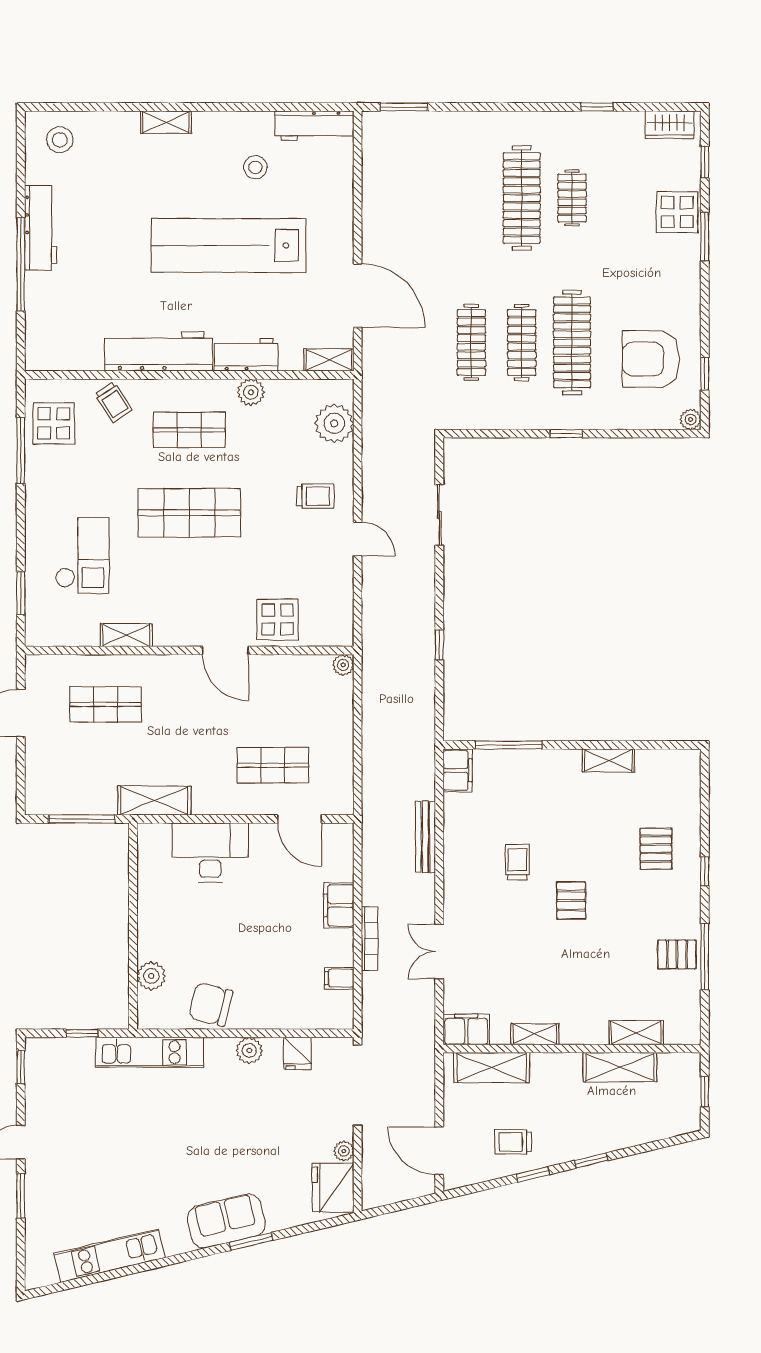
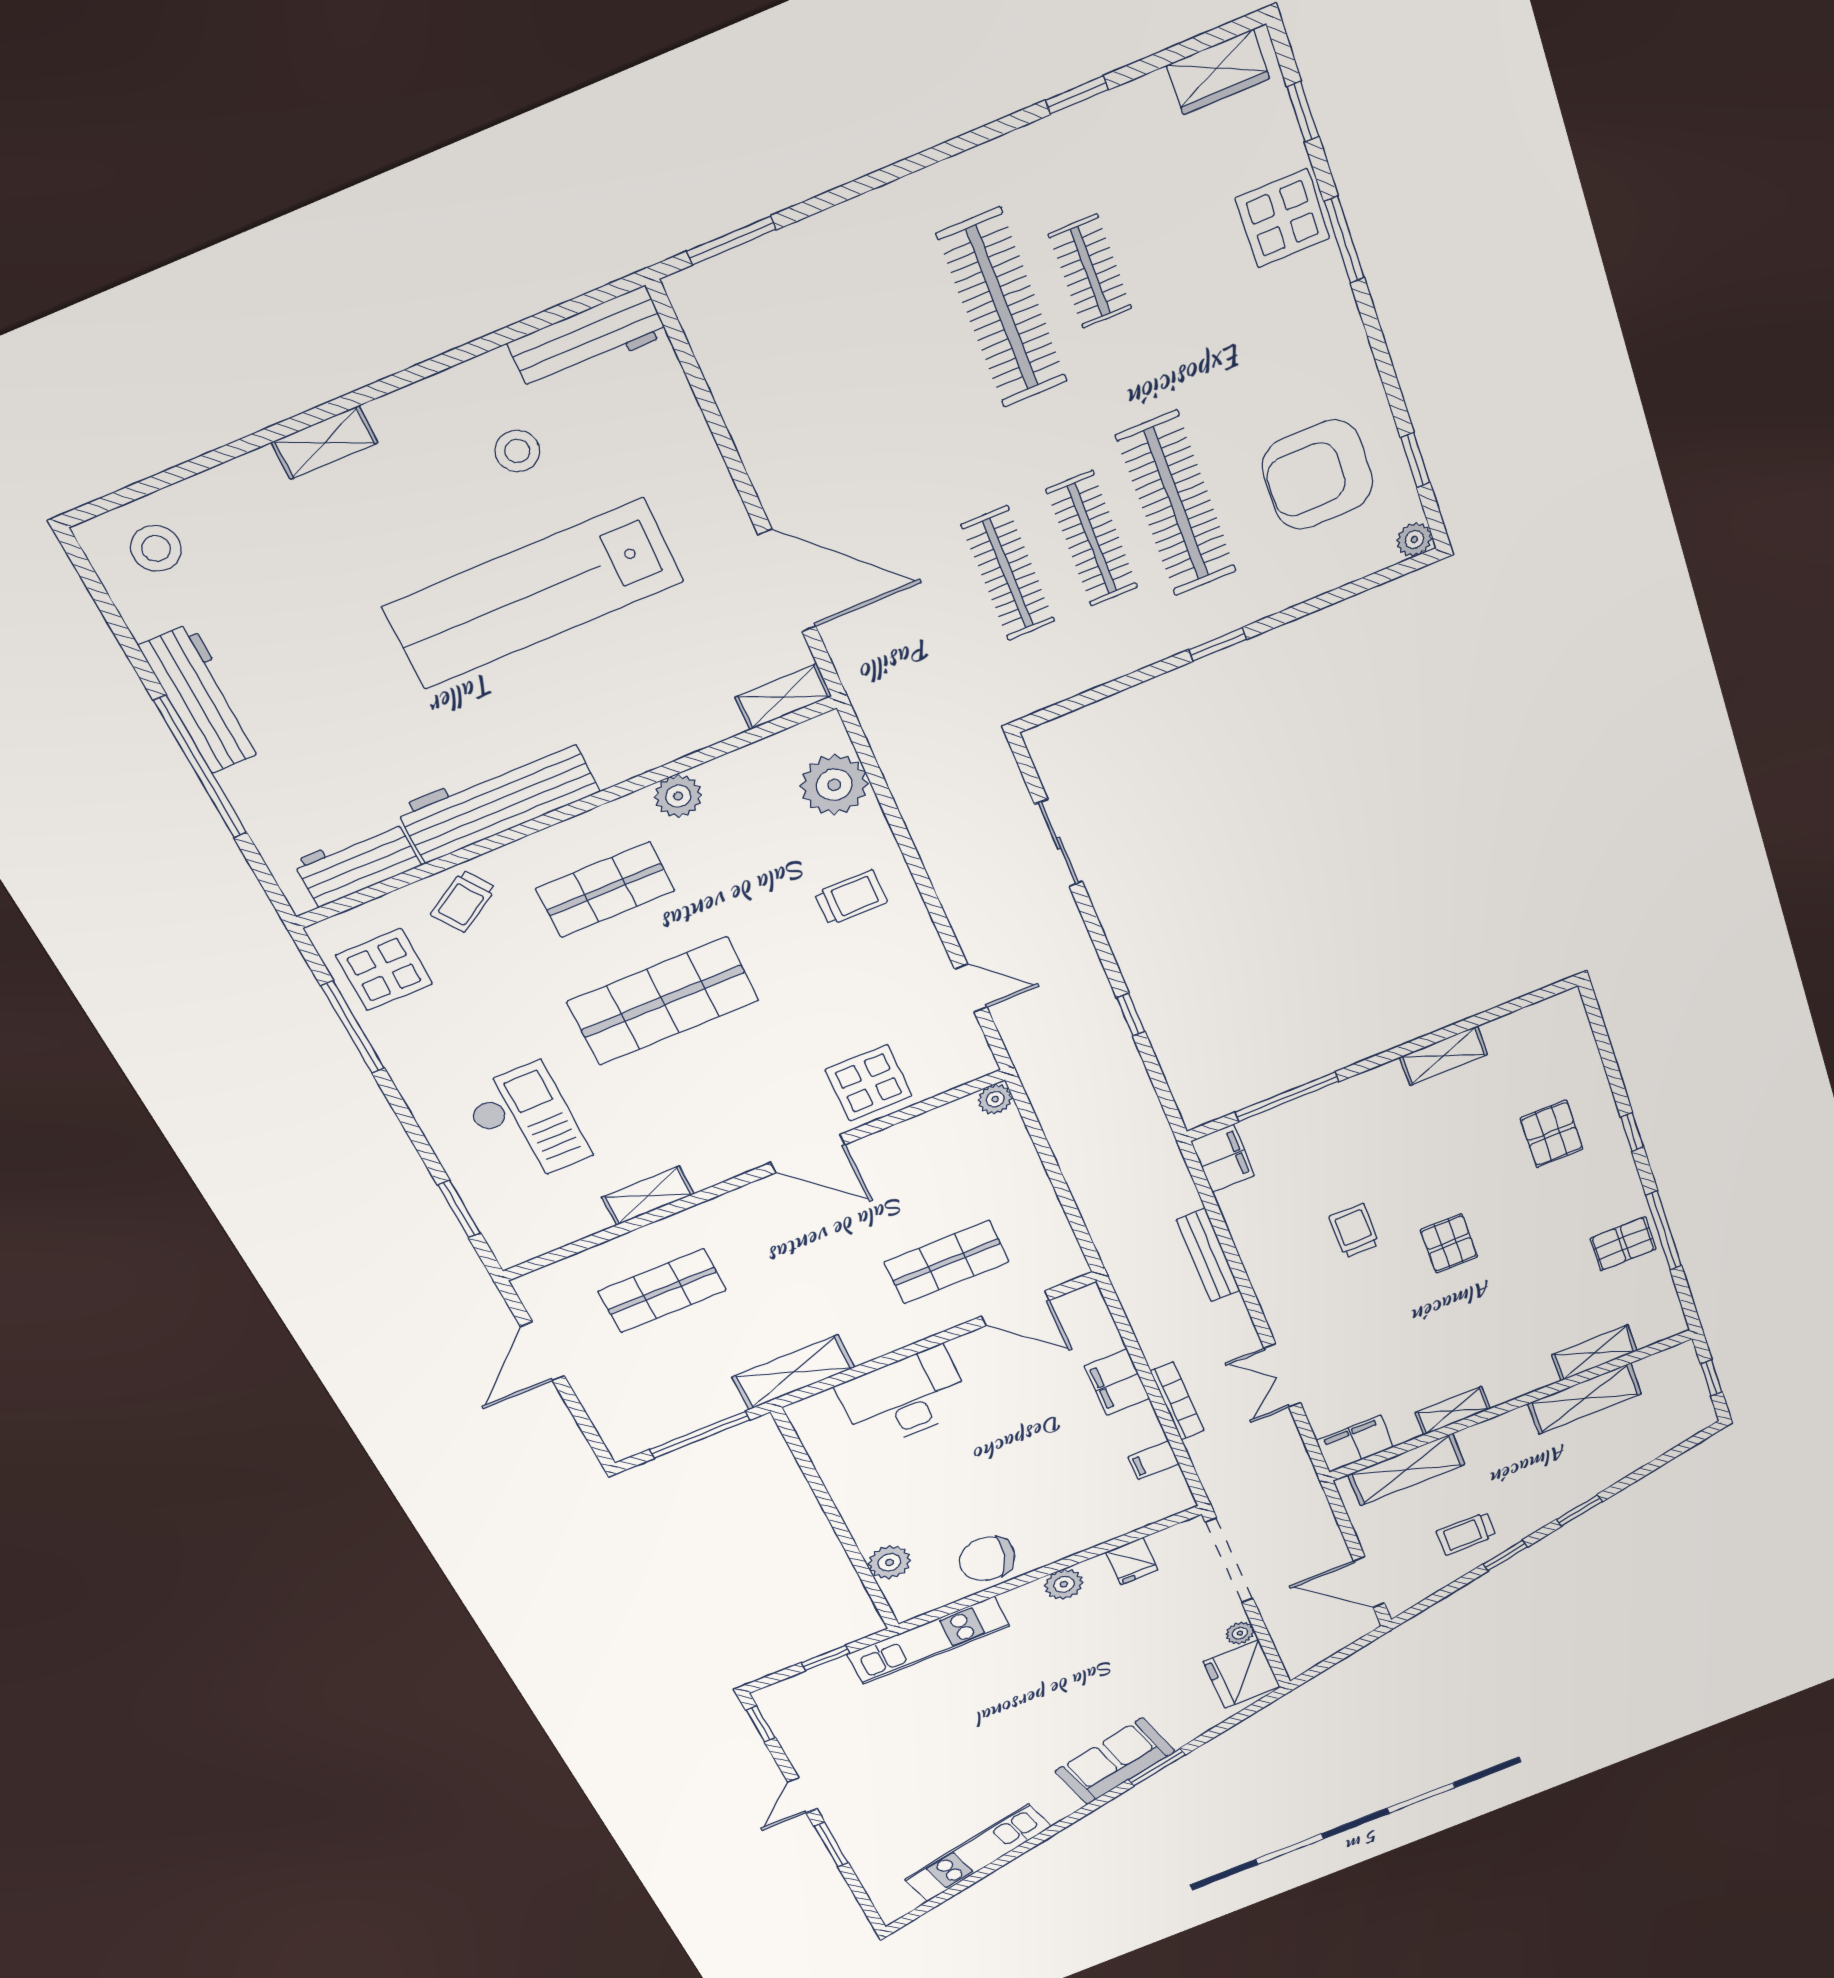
workbench: (246, 355) -> (357, 864), moved
trolley: (113, 402) -> (463, 901), turned 90
door: (358, 539) -> (971, 988), moved

